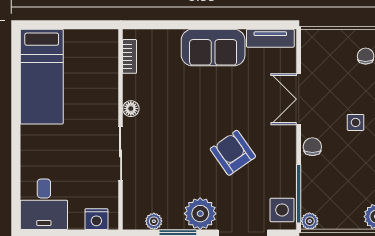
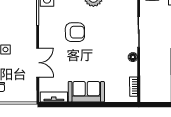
chair: (312, 147) -> (30, 36), removed
armchair: (233, 153) -> (75, 32), turned -55

